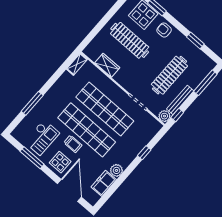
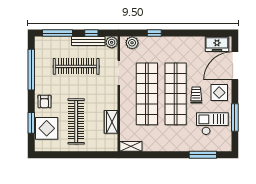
window: (195, 41) -> (31, 70), width x2.11
window: (32, 103) -> (203, 155), moved
window: (177, 115) -> (91, 33), moved
plant: (116, 170) -> (132, 43), moved
freezer: (104, 183) -> (217, 44), moved

